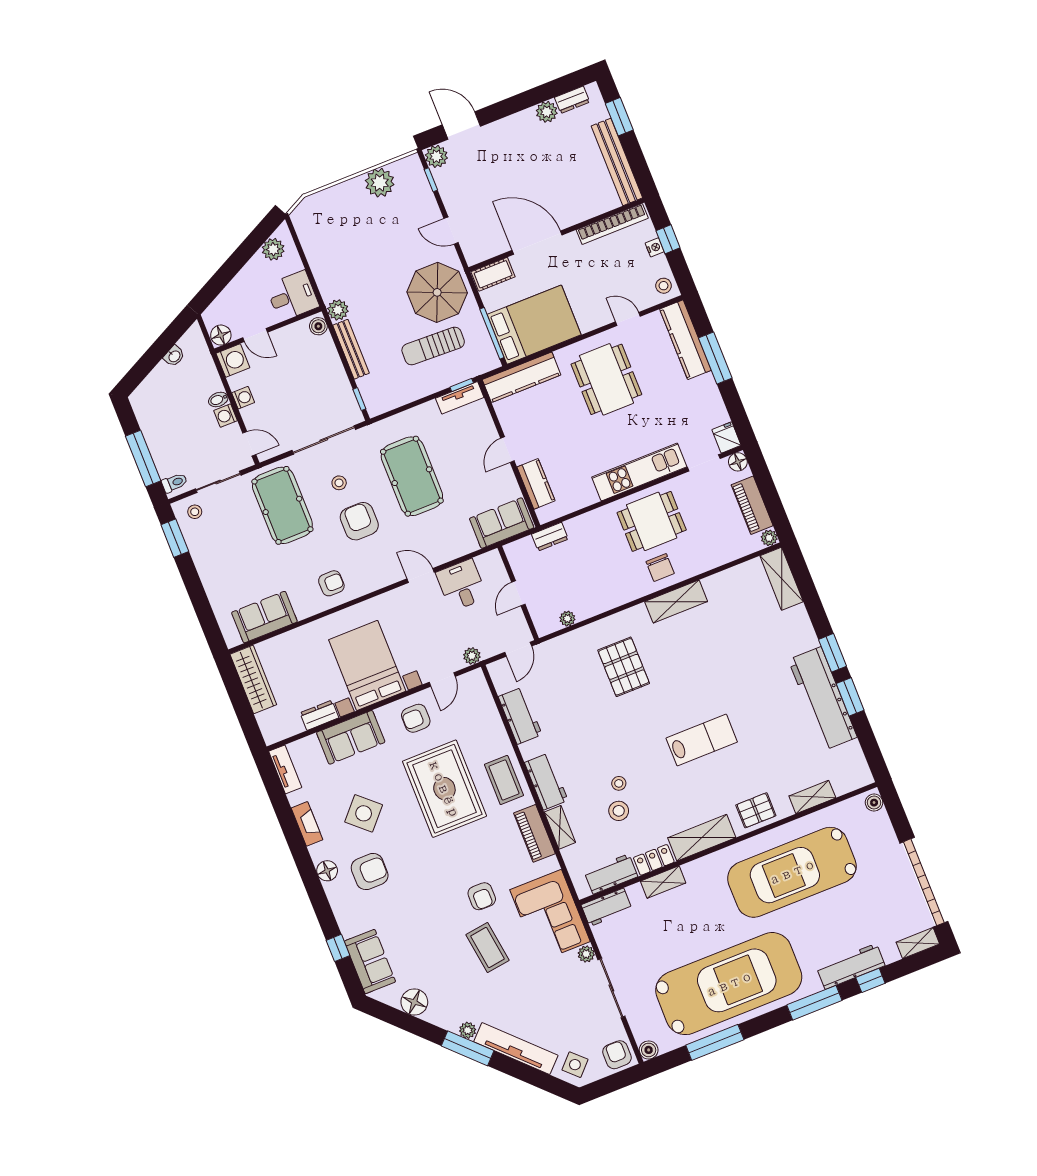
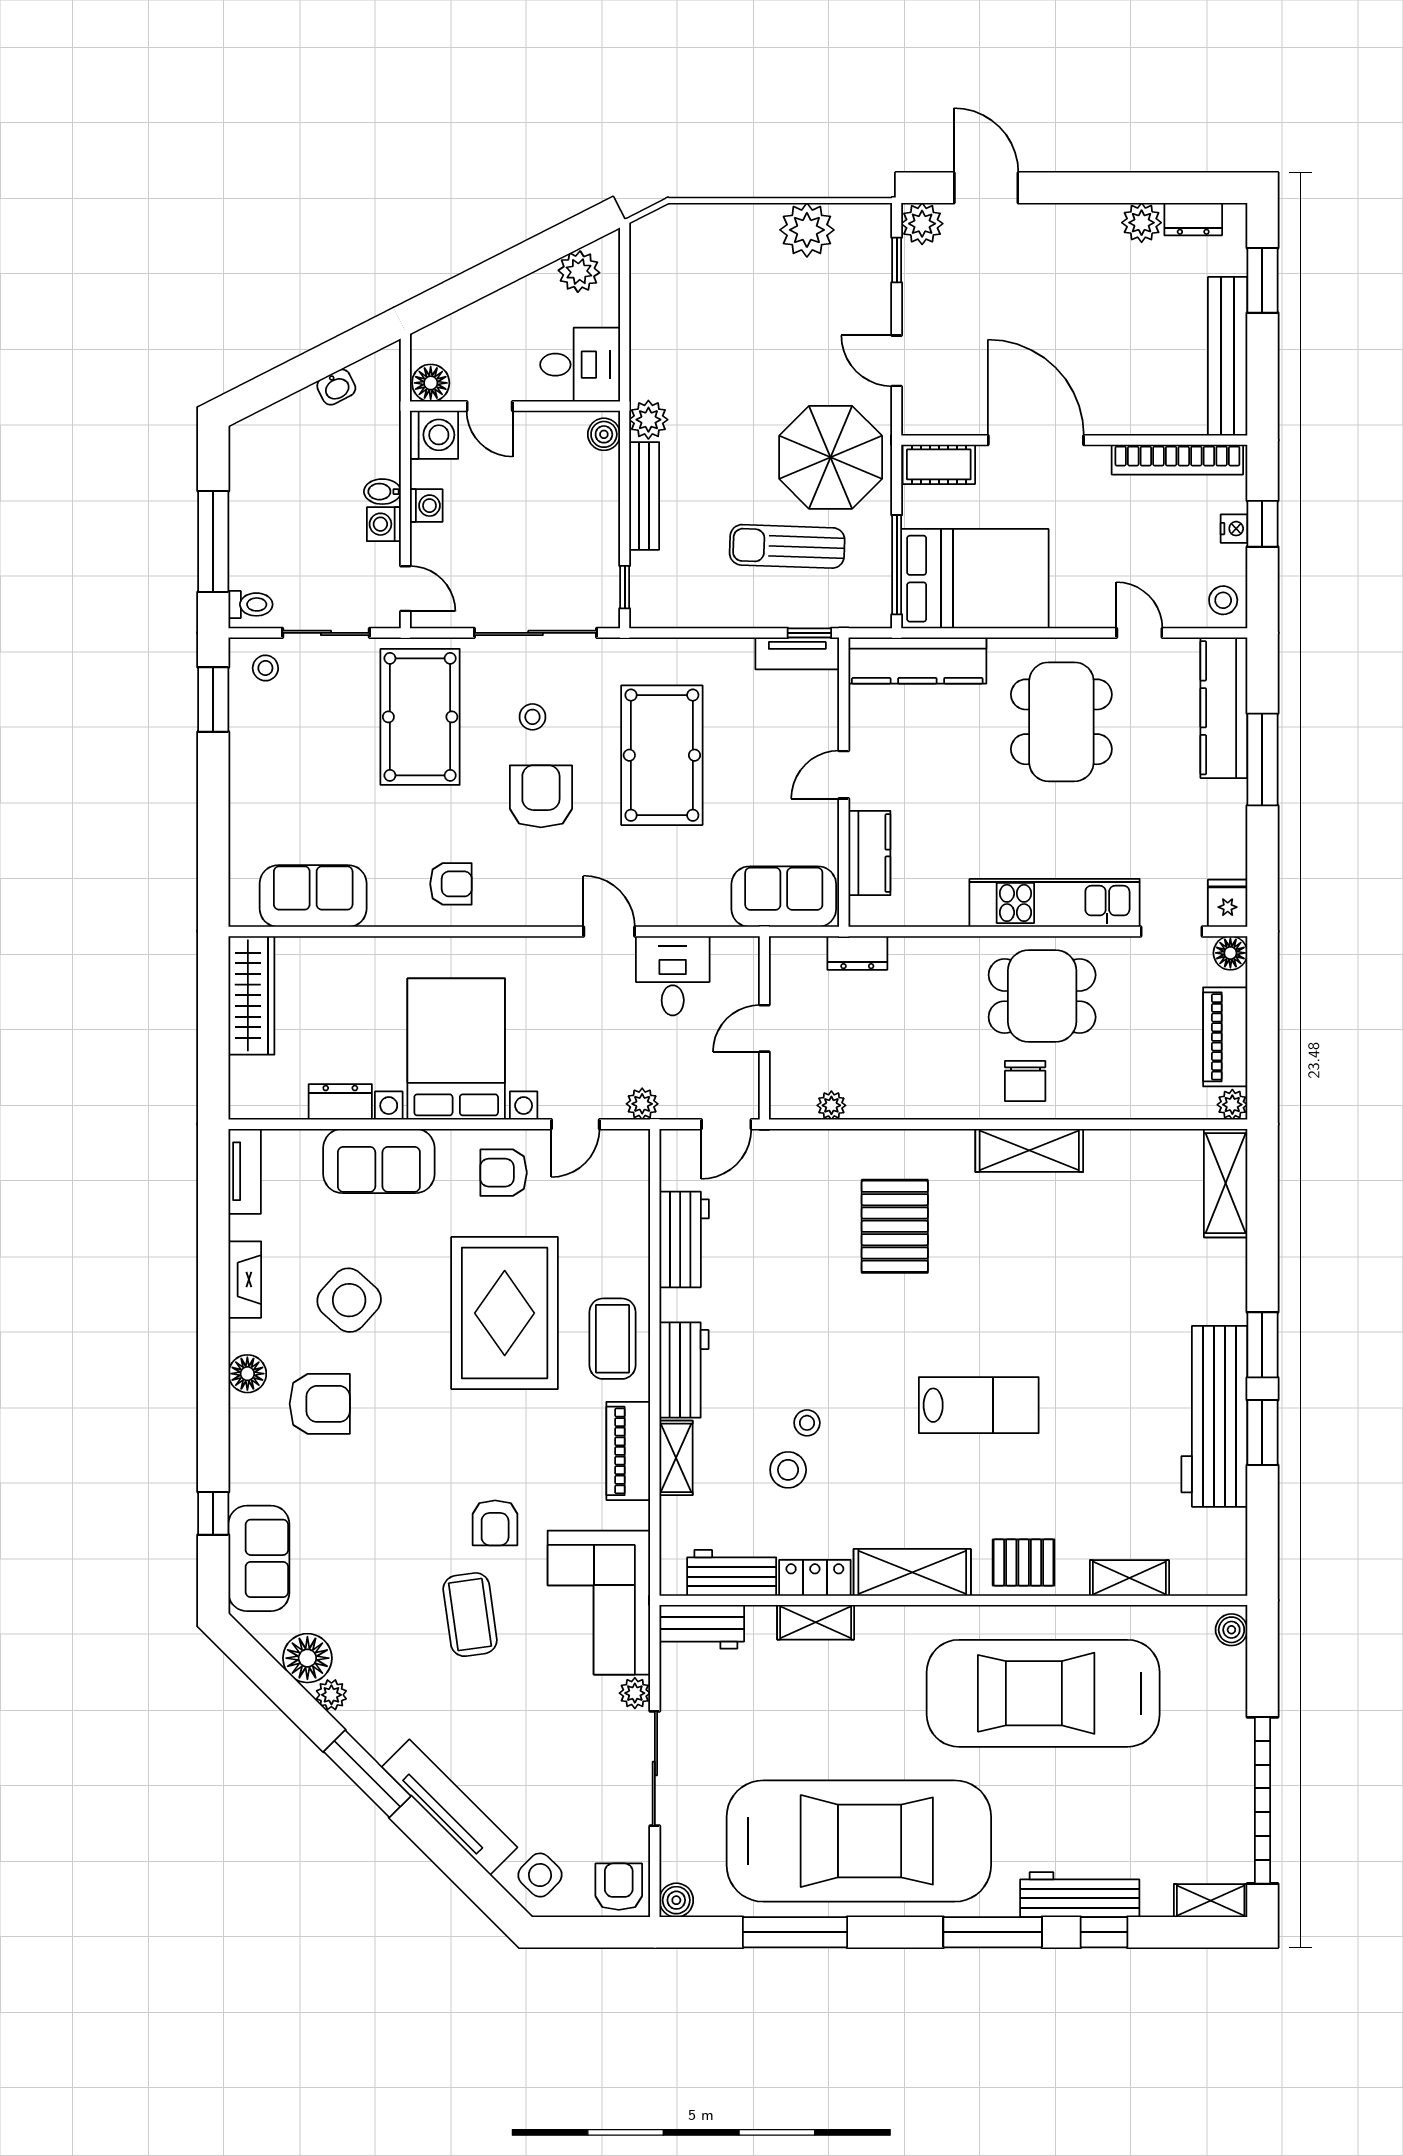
plant: (468, 1030) -> (331, 1695), moved

